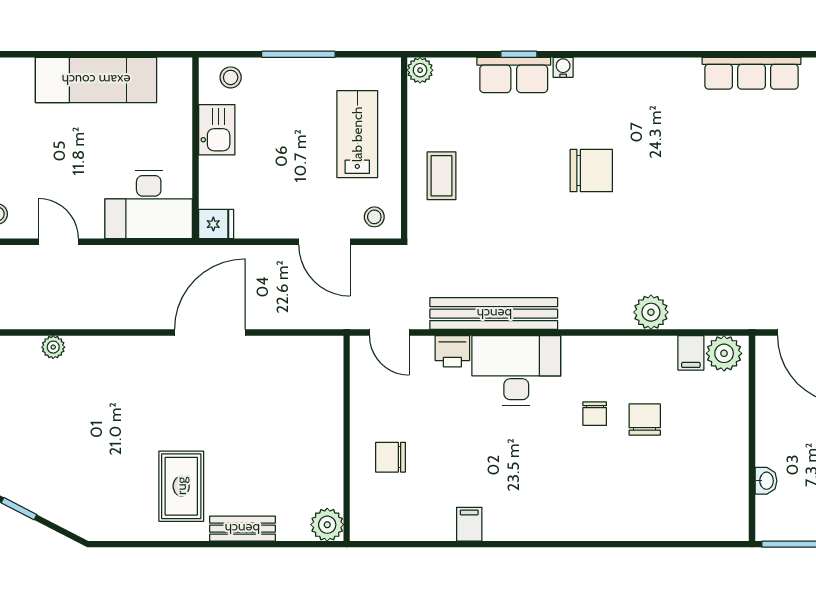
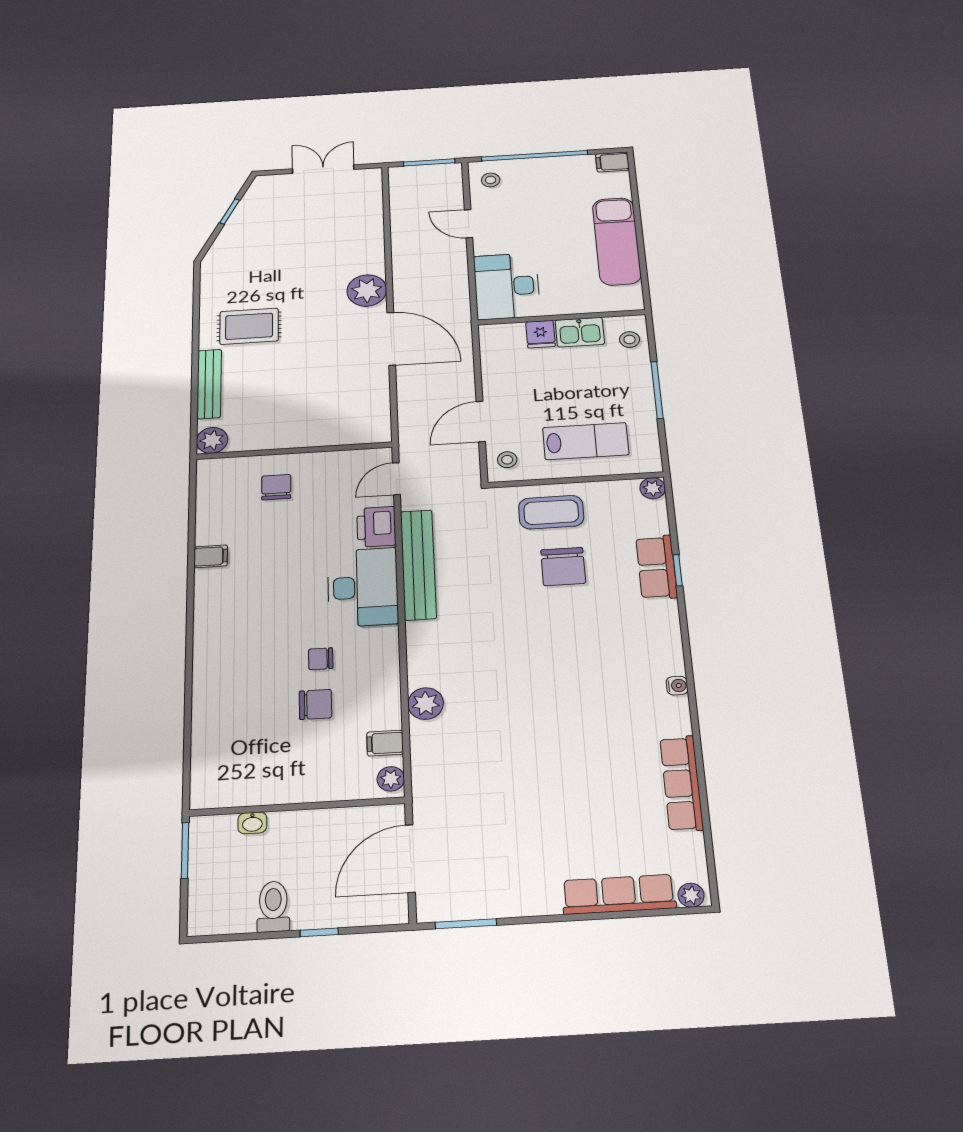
water cooler: (563, 67) -> (677, 686), moved
chair: (591, 171) -> (563, 567), moved
coffee table: (441, 176) -> (551, 512), width x1.36, depth x1.30
fridge: (216, 224) -> (541, 334), moved
door: (58, 242) -> (469, 224), swing flipped
plant: (53, 347) -> (367, 290), moved, width x1.87, depth x1.87
printer: (452, 351) -> (376, 527), width x1.36, depth x1.24
plant: (724, 353) -> (391, 779), width x0.73, depth x0.73
bench: (242, 529) -> (209, 384), width x1.36

